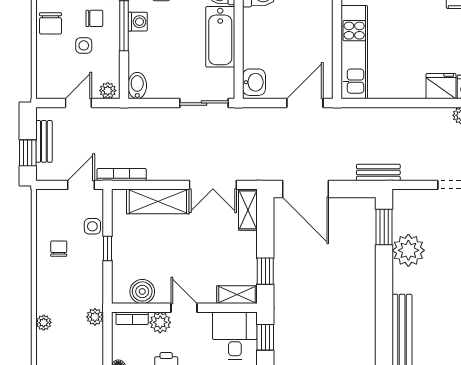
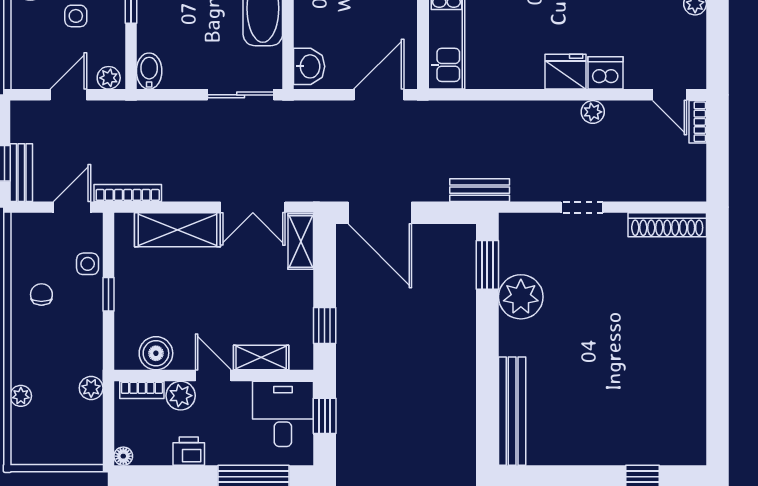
bench: (44, 141) -> (21, 173), moved
shelving: (237, 295) -> (261, 358), moved

